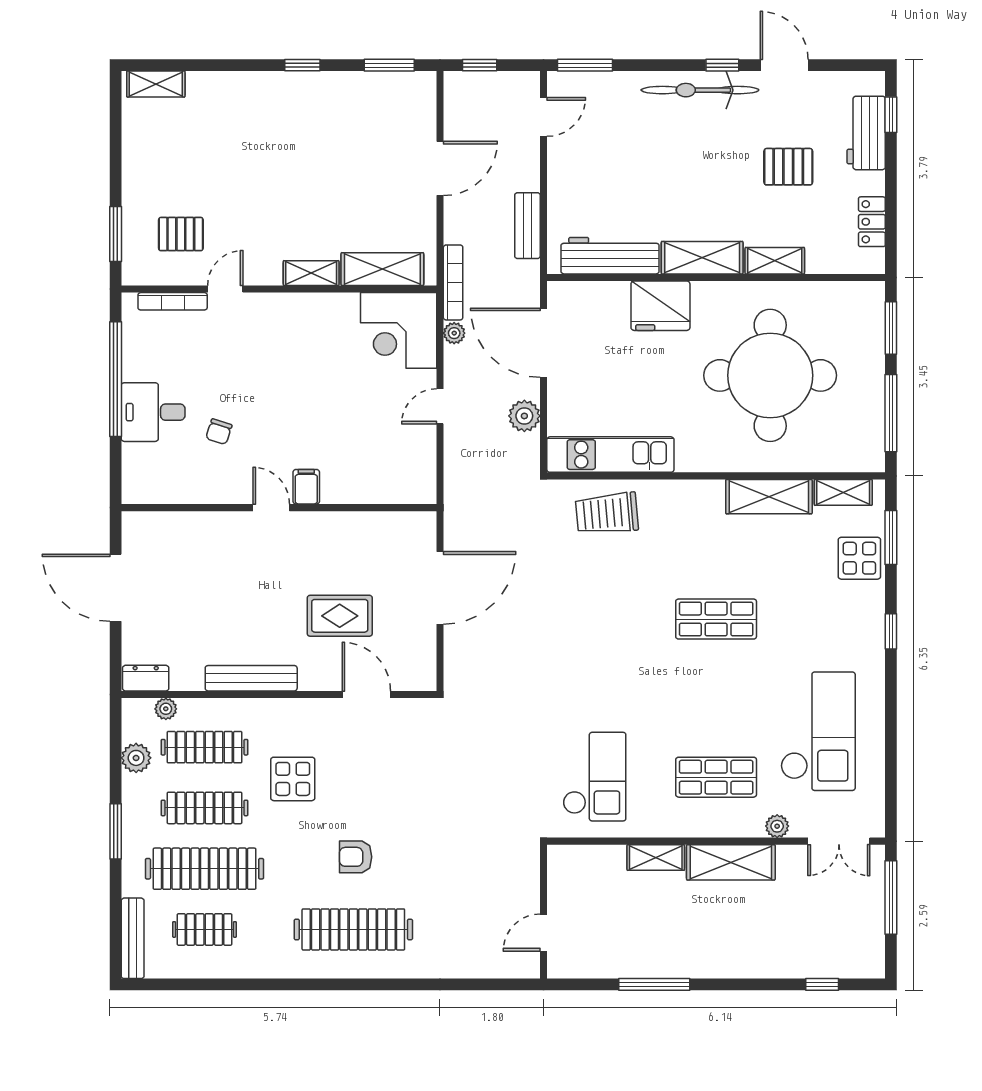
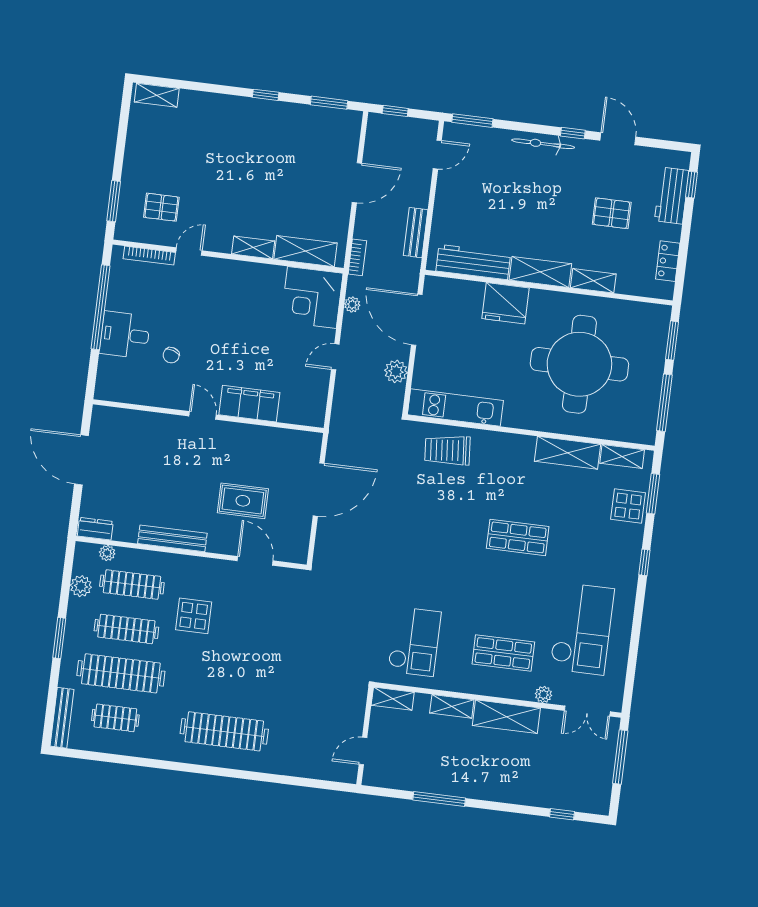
bicycle: (700, 90) -> (543, 144), width x0.73, depth x0.71
bookcase: (453, 282) -> (357, 257), width x0.64
filing cabinet: (306, 487) -> (249, 404), width x3.00, depth x1.17
armchair: (356, 857) -> (232, 678), removed
shelving: (575, 857) -> (393, 699), added

